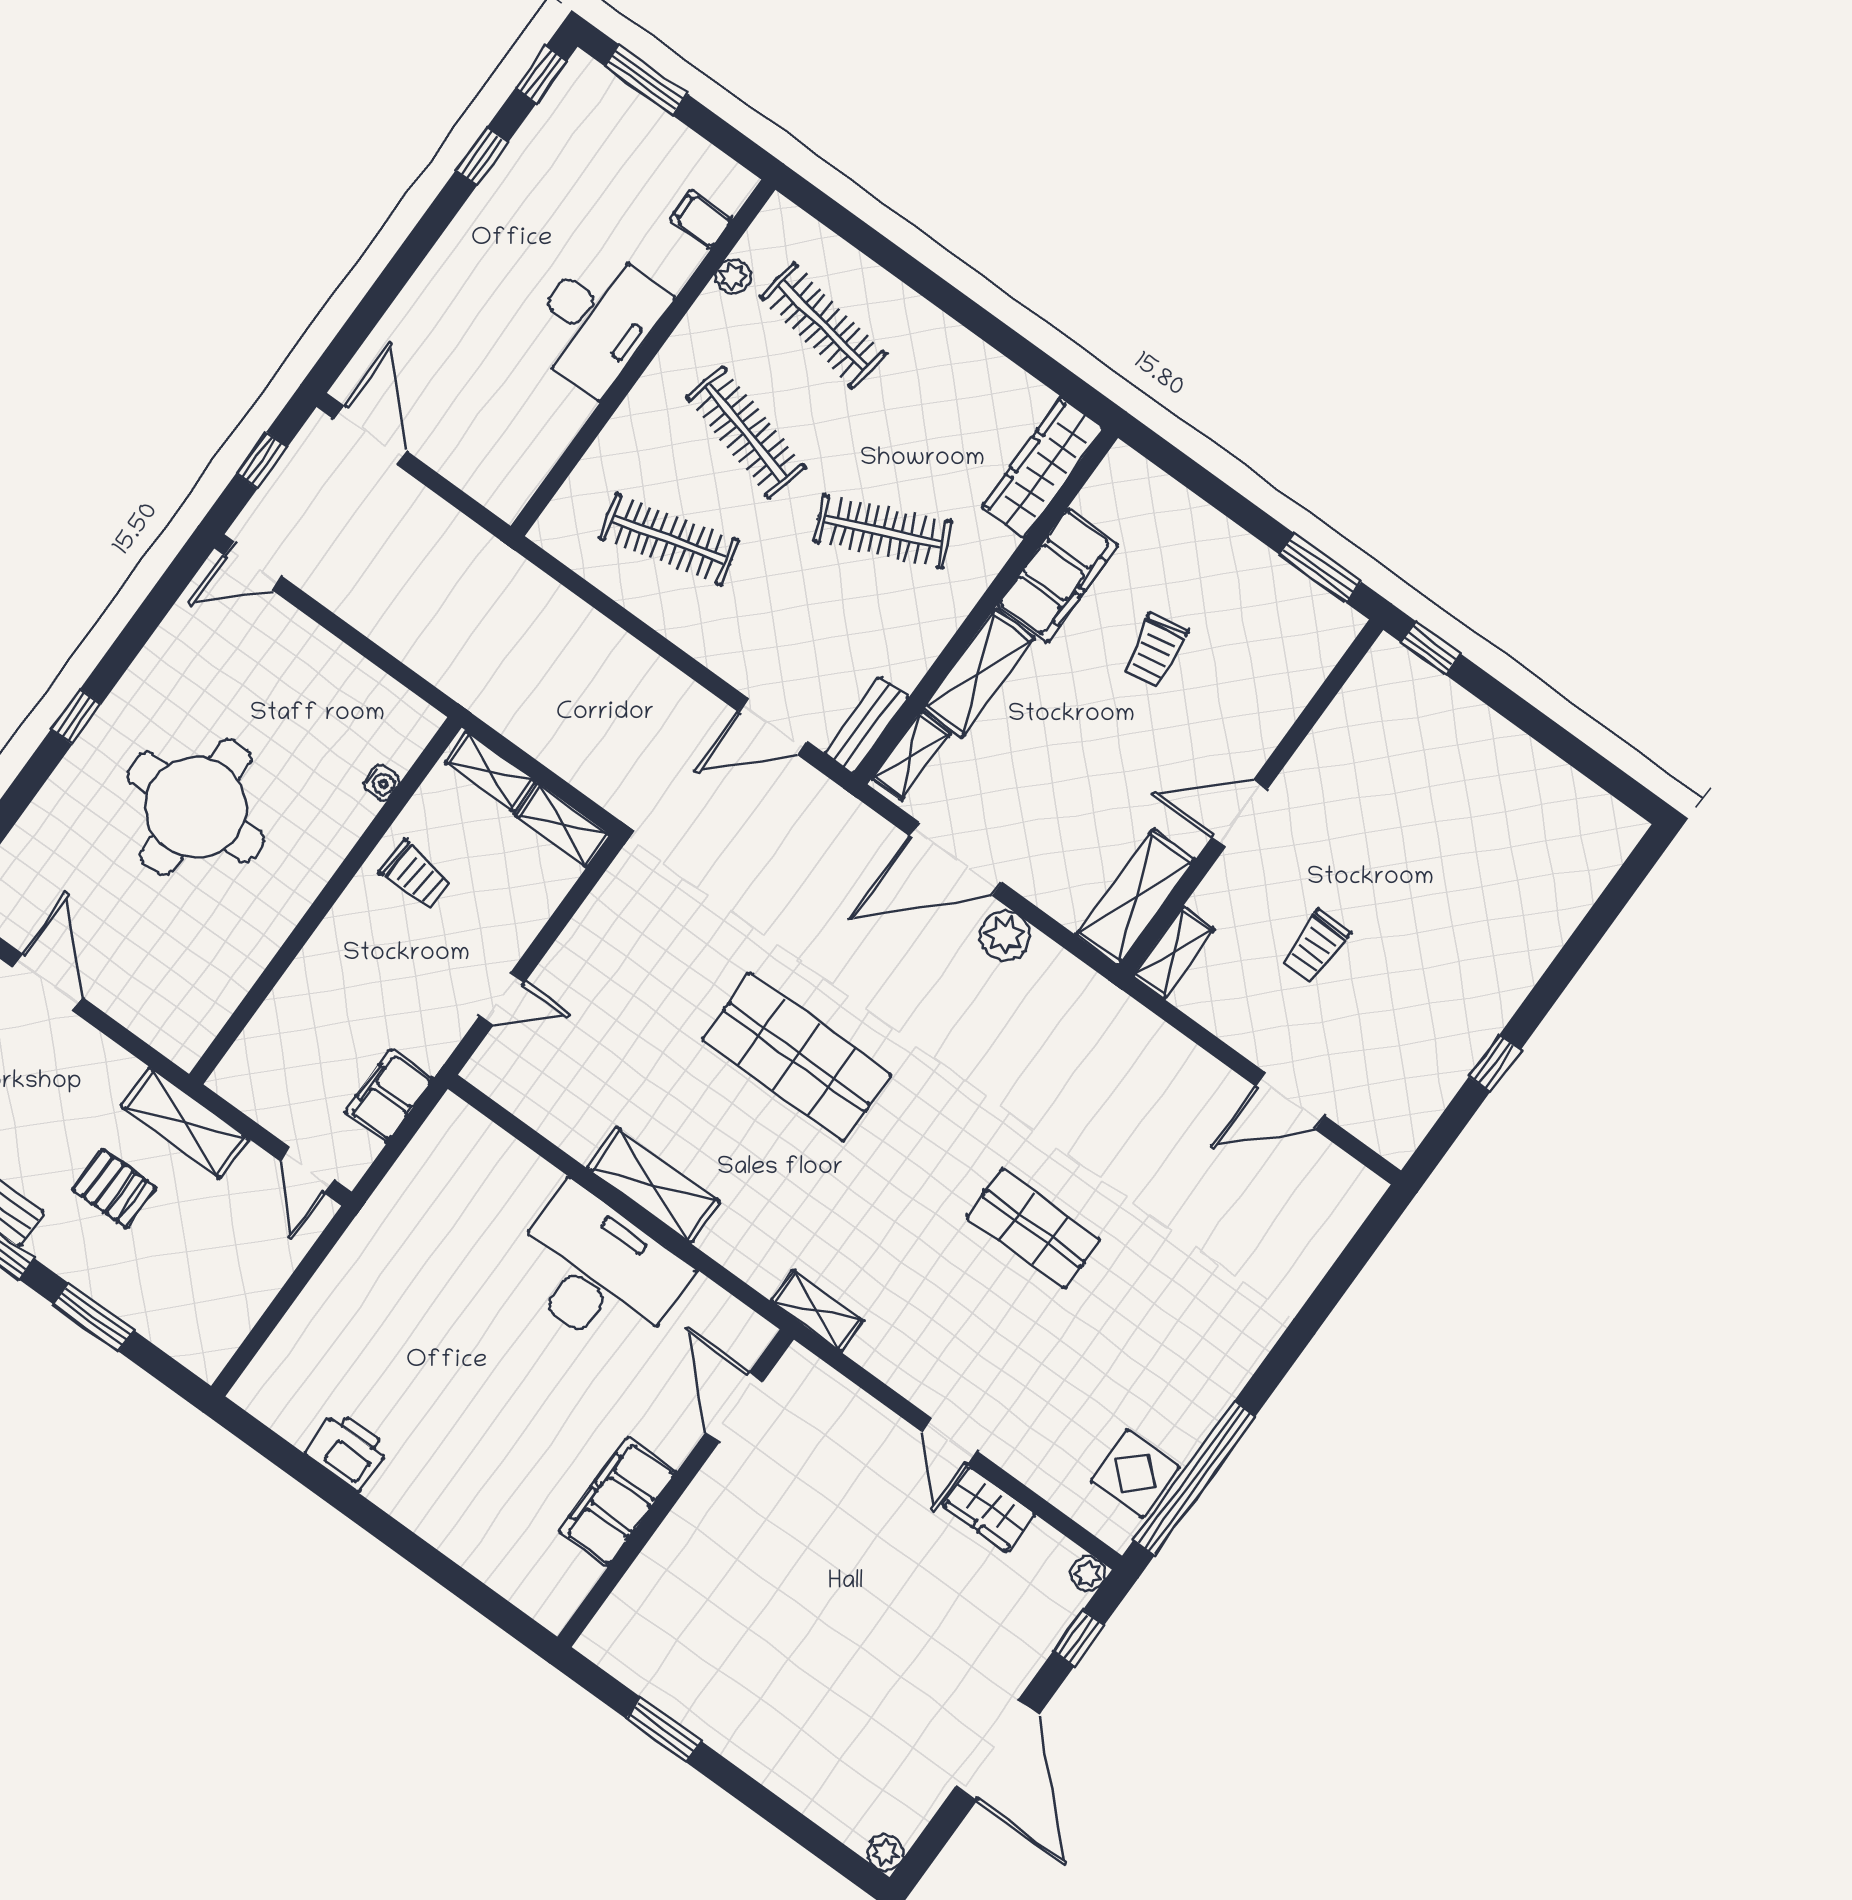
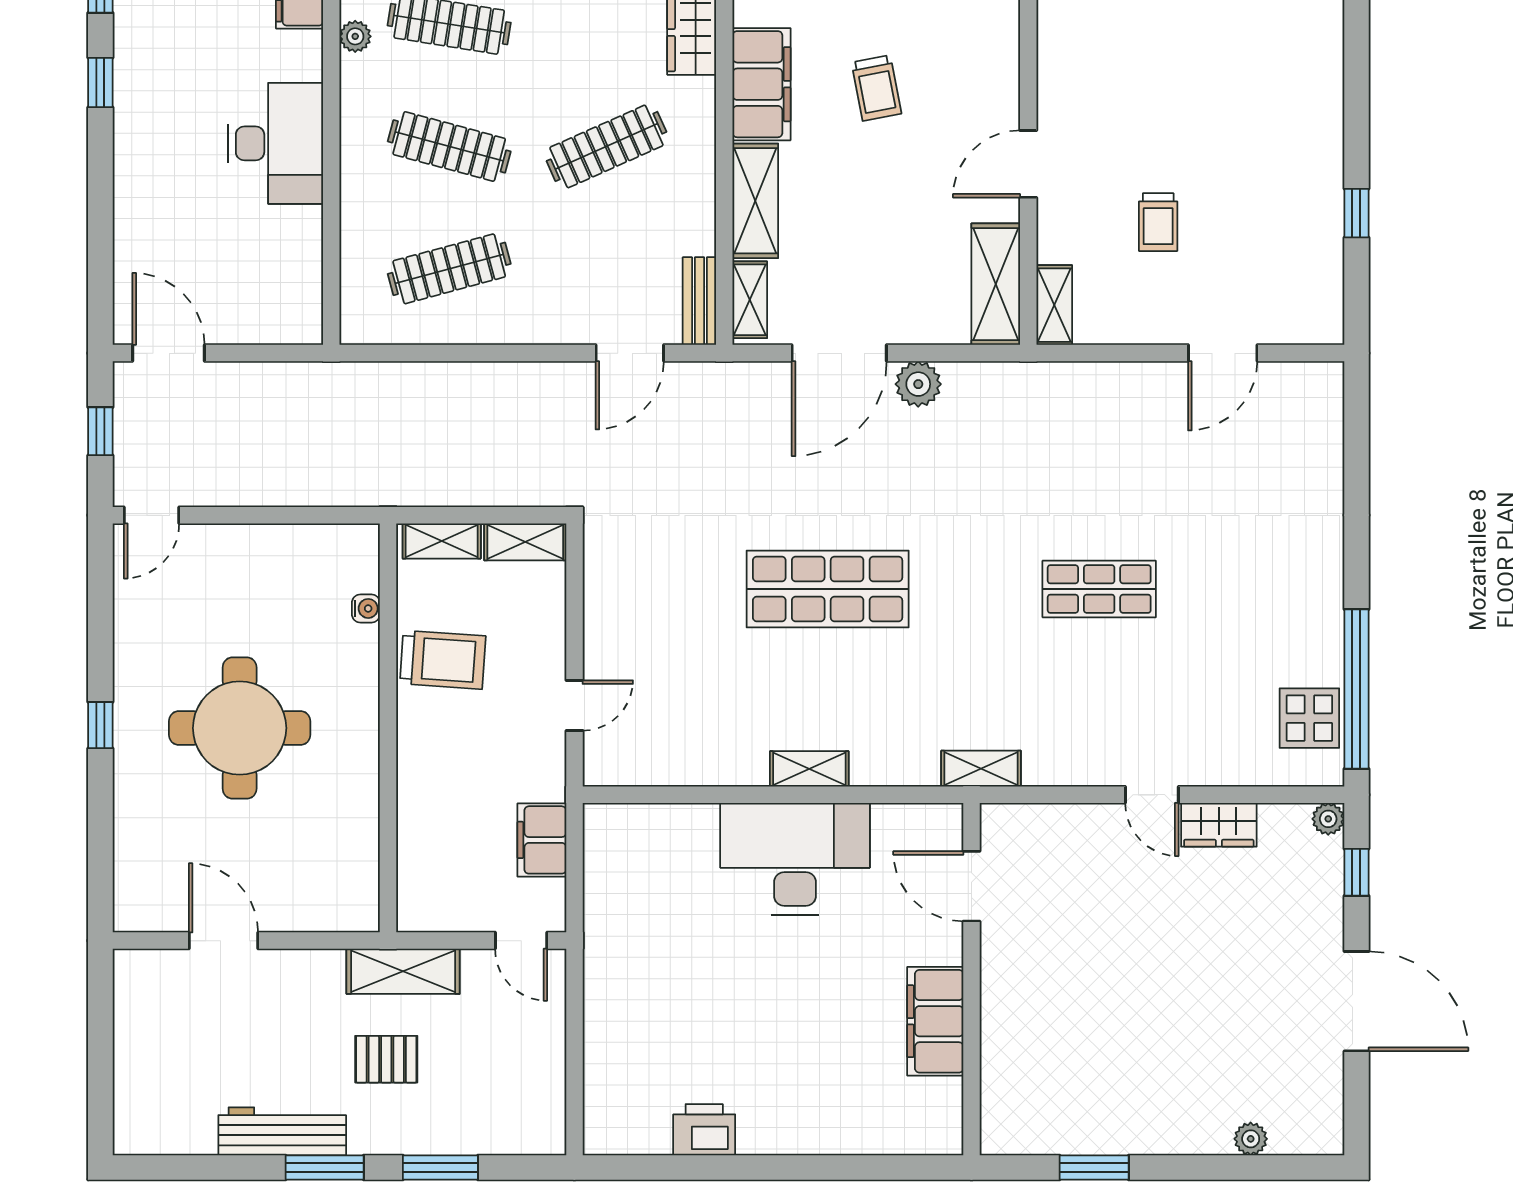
trolley: (416, 876) -> (443, 660), width x1.36, depth x1.39
shelving: (653, 1185) -> (809, 769), width x0.67, depth x0.75
plant: (885, 1852) -> (1251, 1139), moved

